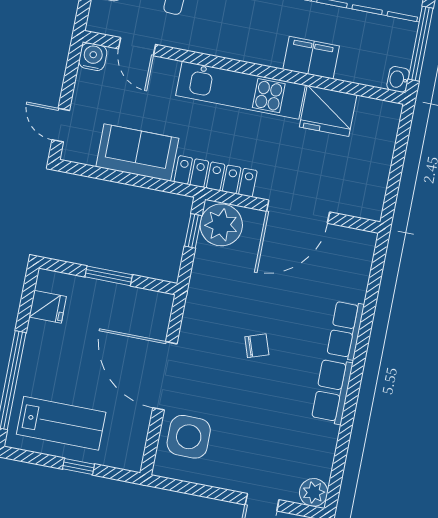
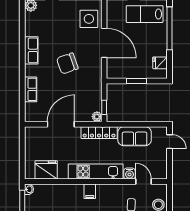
water cooler: (93, 57) -> (130, 174), moved
filing cabinet: (311, 58) -> (90, 191), moved, width x0.50
fridge: (328, 111) -> (46, 170), moved
plant: (221, 225) -> (97, 117), width x0.53, depth x0.53
row of seats: (346, 330) -> (31, 89), moved
chair: (257, 346) -> (67, 63), width x1.87, depth x1.87

